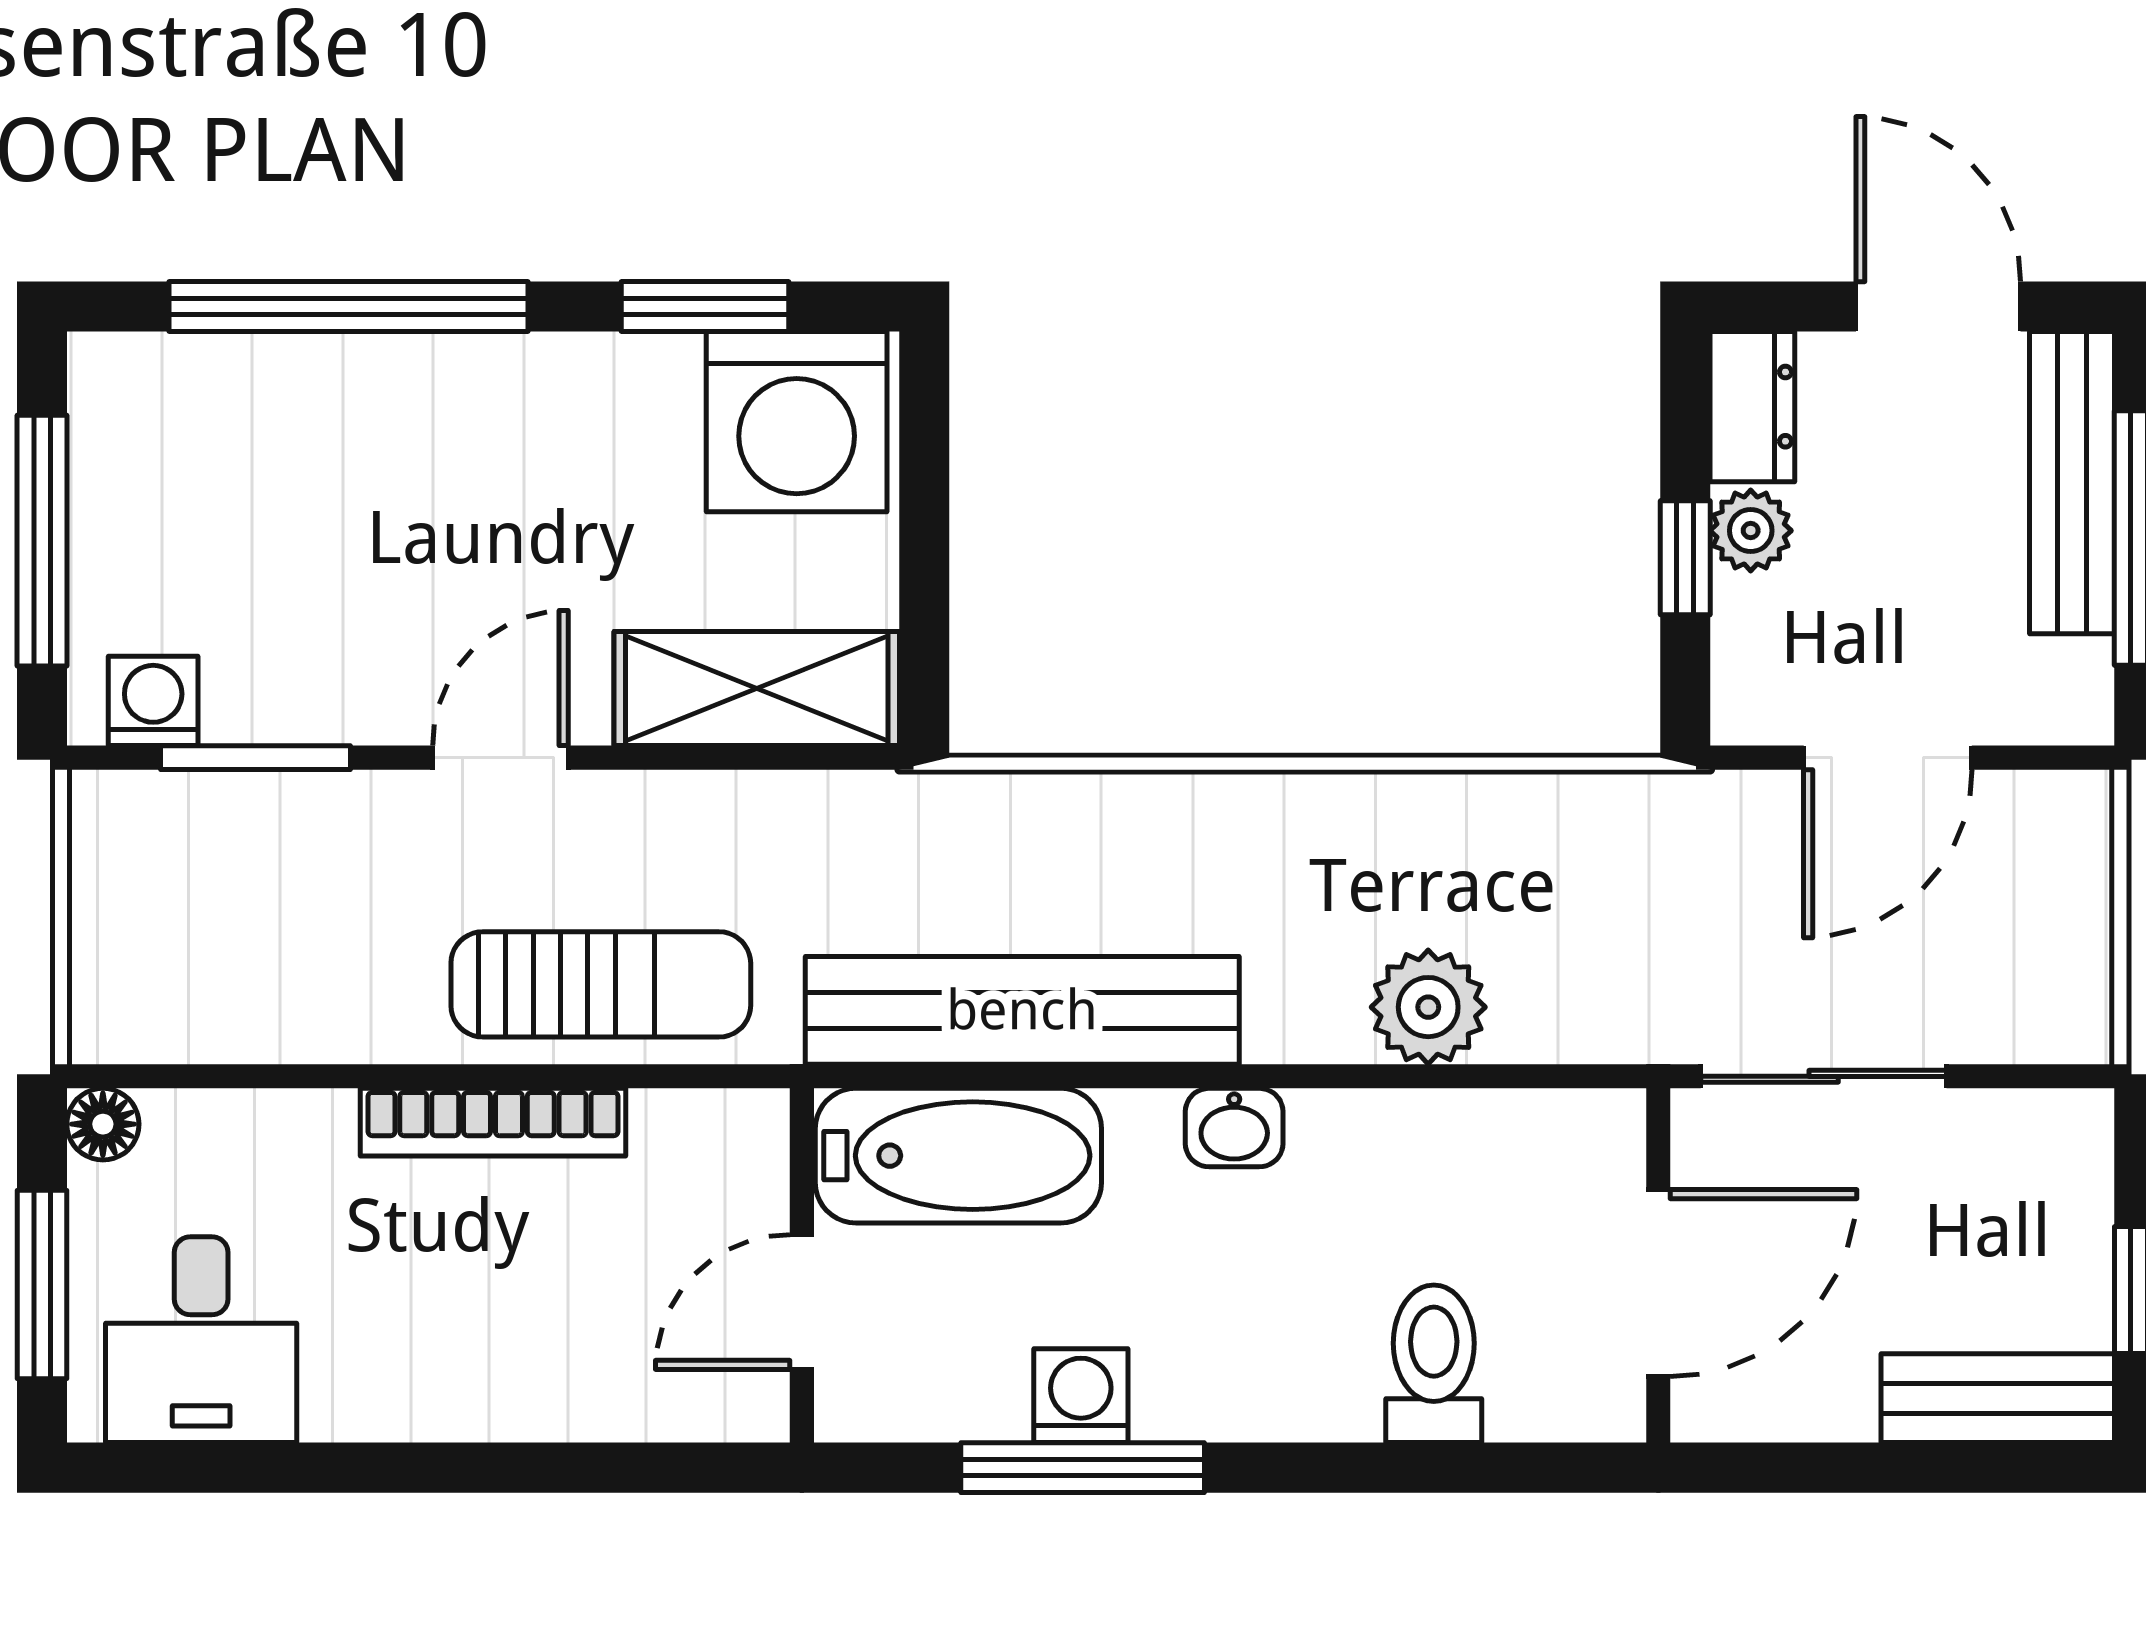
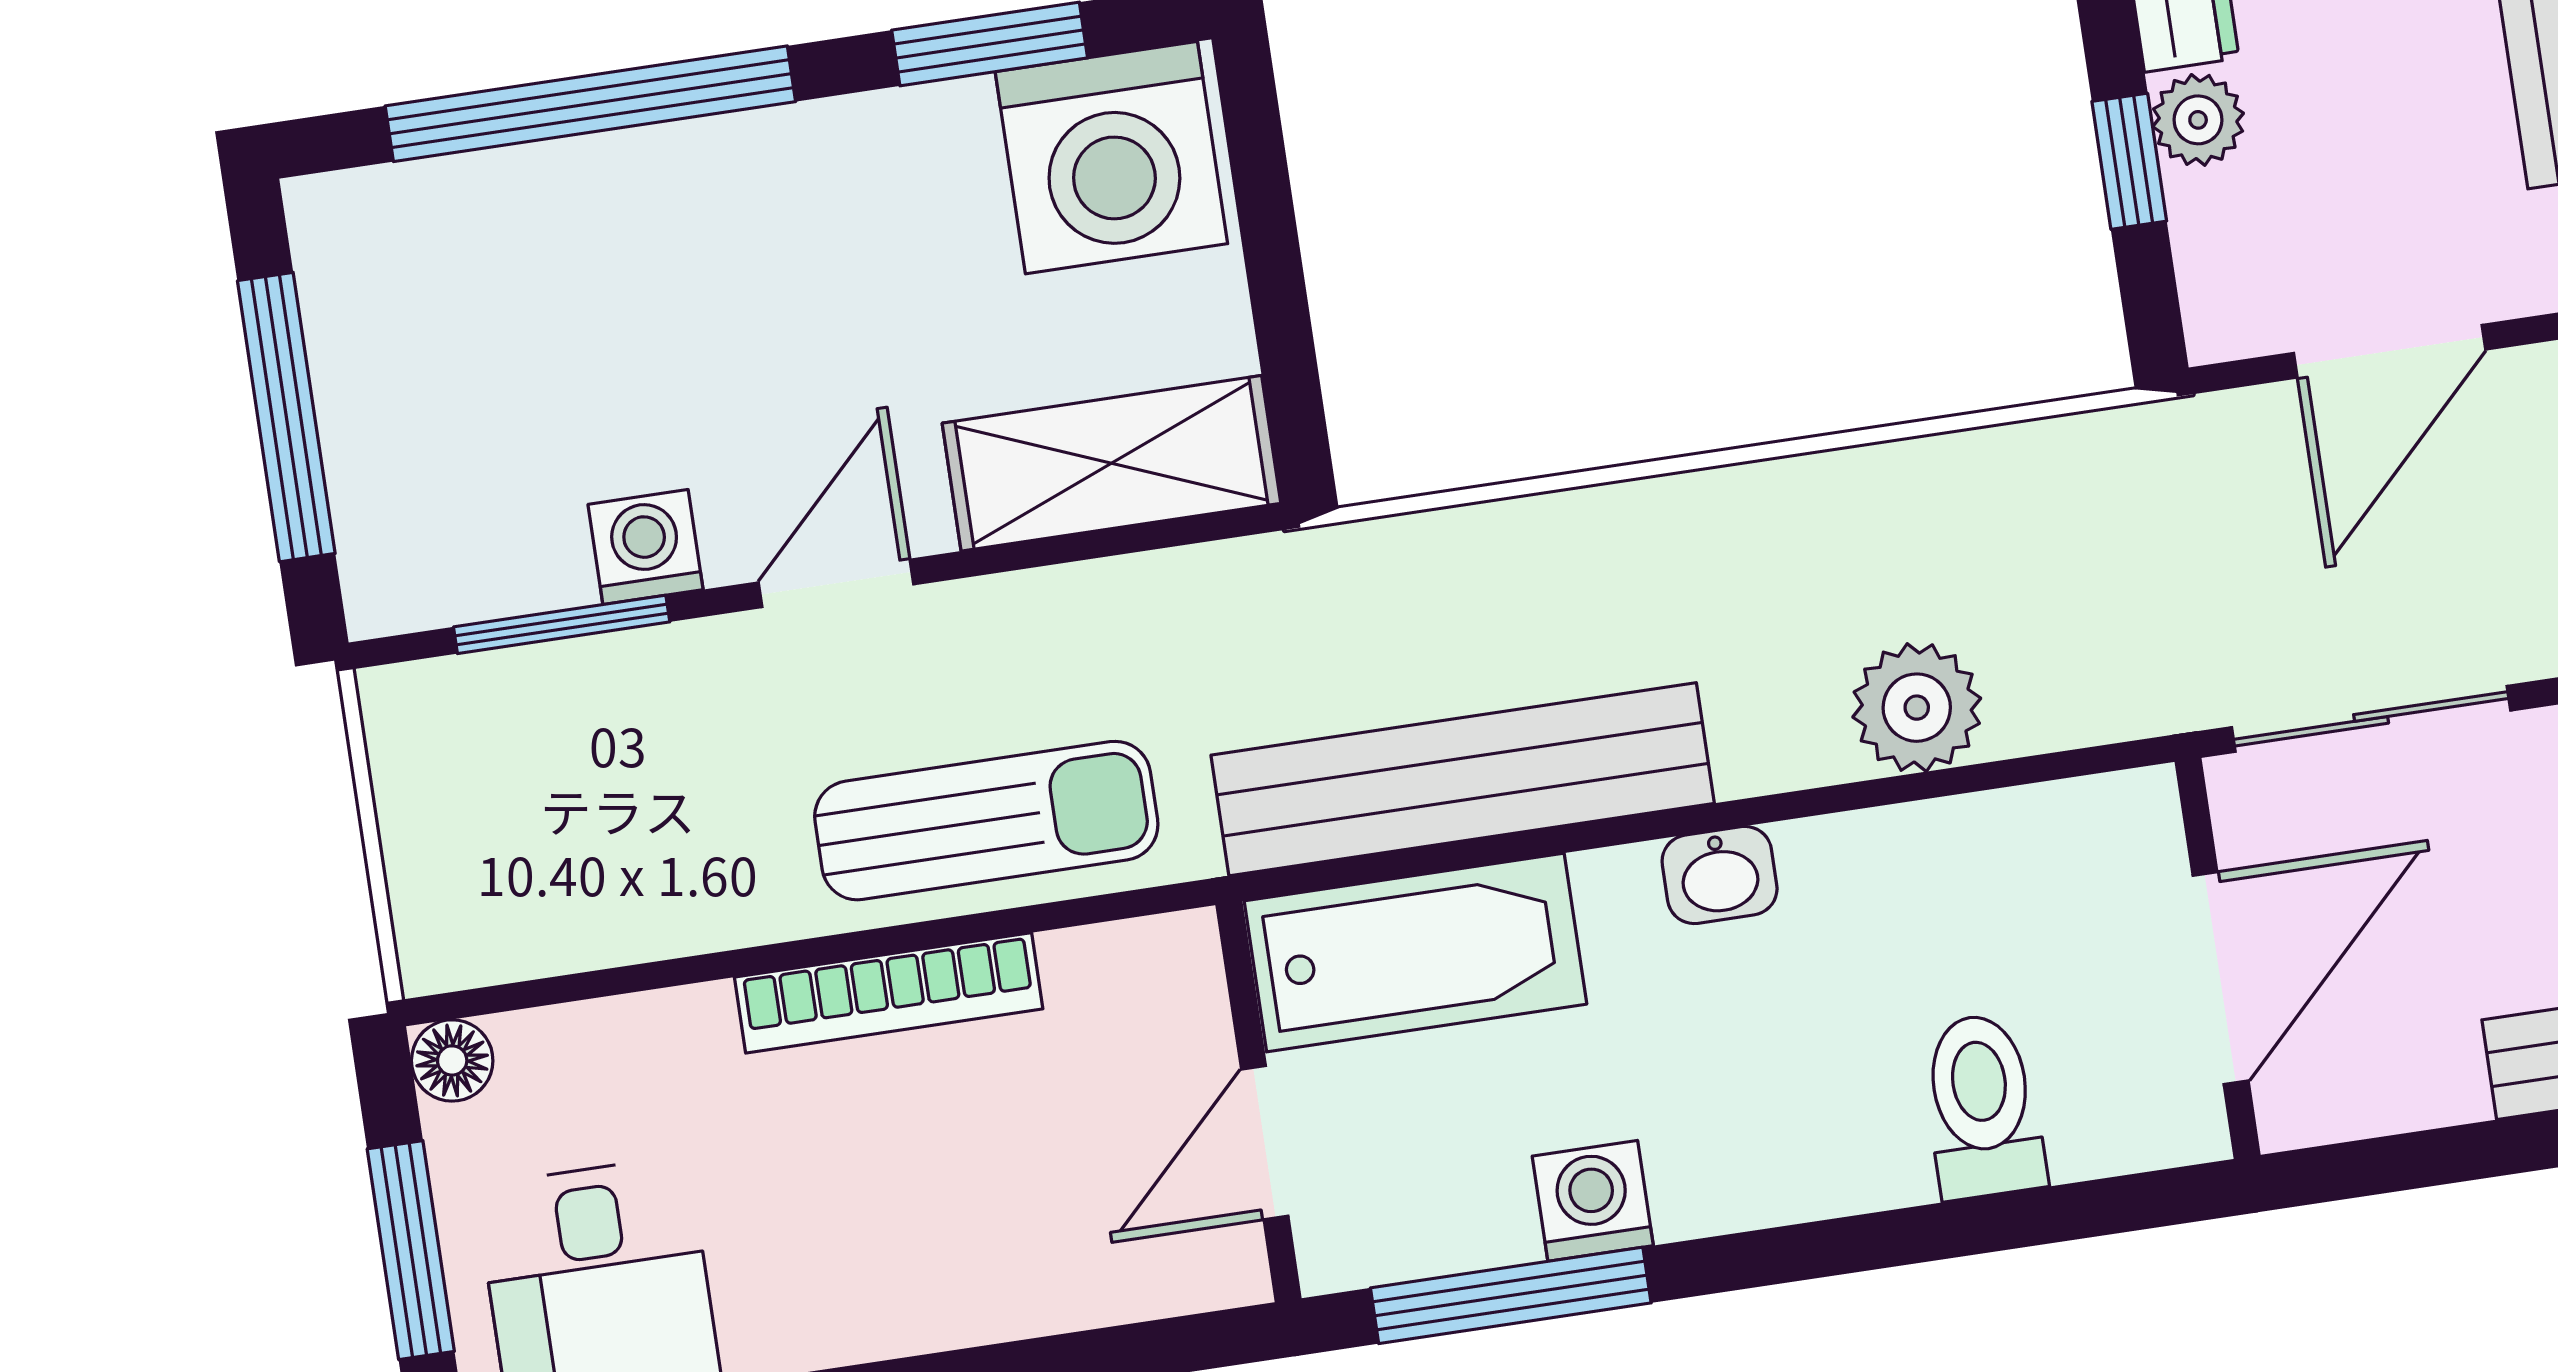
washing machine: (153, 701) -> (646, 547), moved
window: (1083, 1468) -> (1511, 1295), moved

